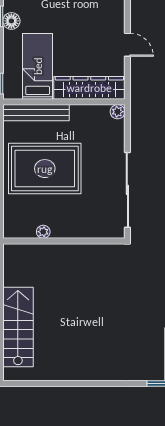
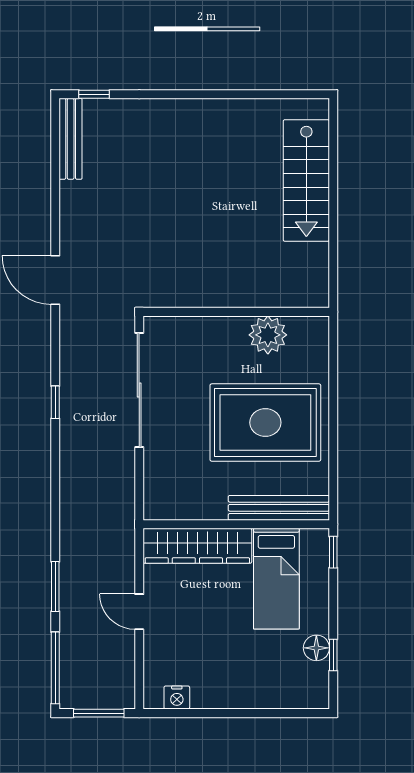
plant: (118, 112) -> (154, 509), removed
plant: (43, 232) -> (268, 335), width x1.88, depth x1.88

